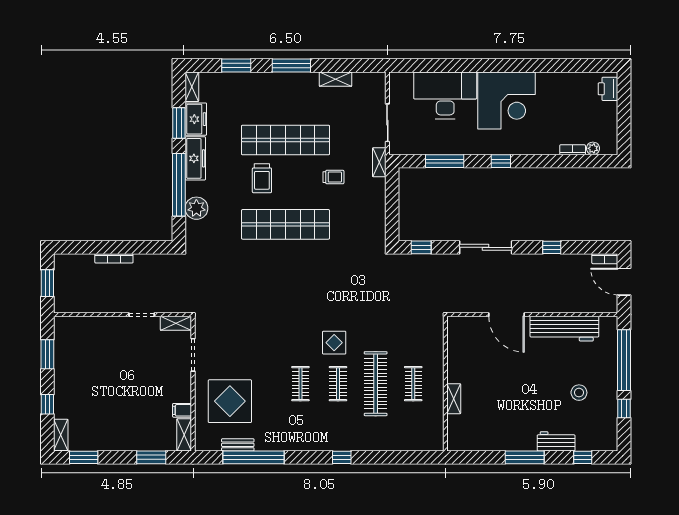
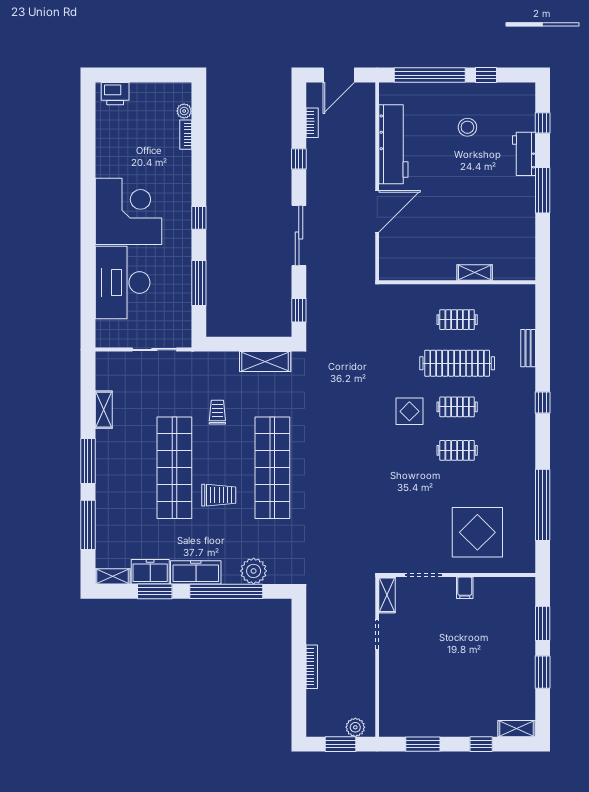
window: (236, 65) -> (88, 525), width x1.44
shelving: (379, 162) -> (265, 362), moved, width x1.50, depth x1.33
bookcase: (605, 259) -> (312, 123), moved
plant: (62, 296) -> (355, 727), added
filing cabinet: (182, 410) -> (465, 588), moved
shelving: (184, 435) -> (516, 585), removed
bench: (238, 445) -> (528, 348), moved
window: (84, 457) -> (543, 672), moved

